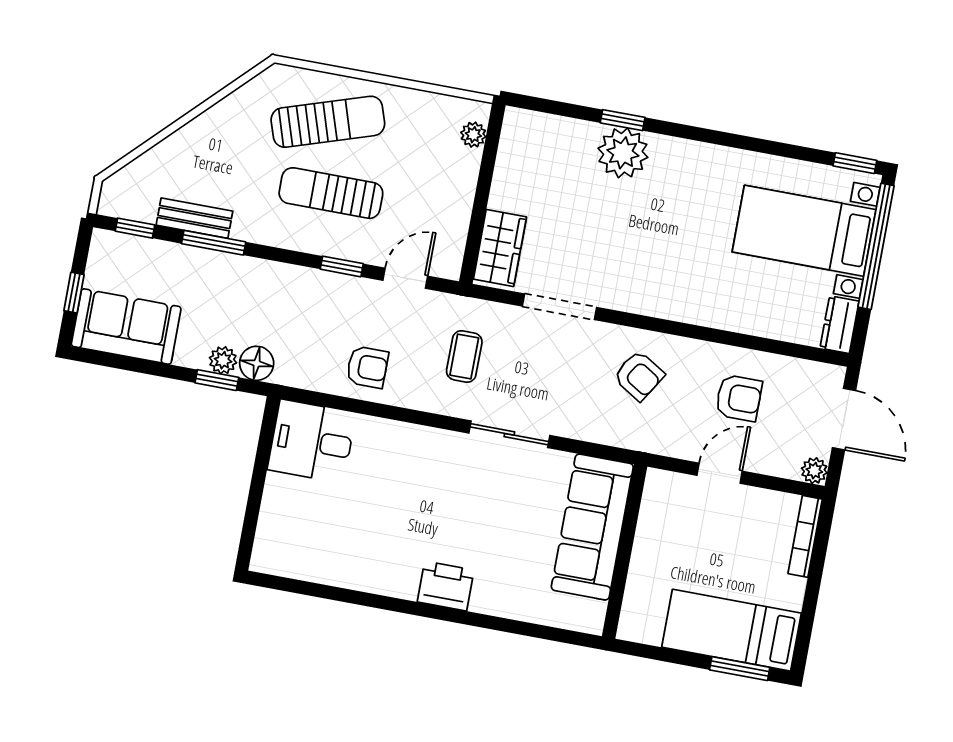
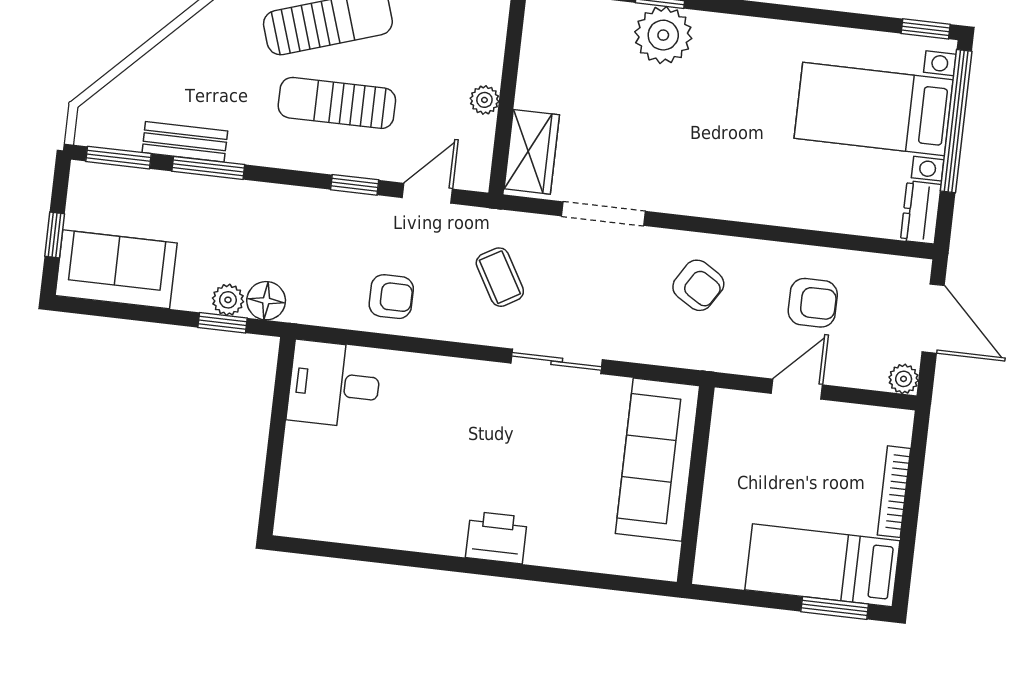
plant: (473, 135) -> (484, 100), moved
window: (135, 228) -> (118, 158), width x1.50
coffee table: (464, 356) -> (500, 277), turned -30
bookcase: (805, 536) -> (894, 492), moved

